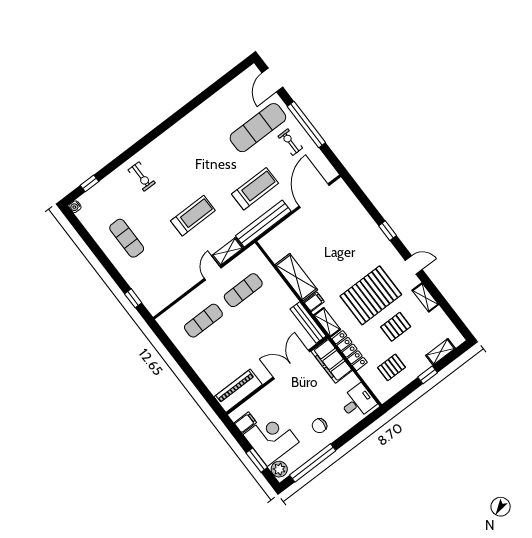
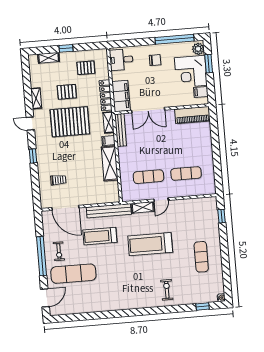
door: (314, 196) -> (65, 208), hinge flipped
treadmill: (193, 216) -> (150, 244), width x1.37, depth x1.38
trolley: (342, 222) -> (58, 180), added

